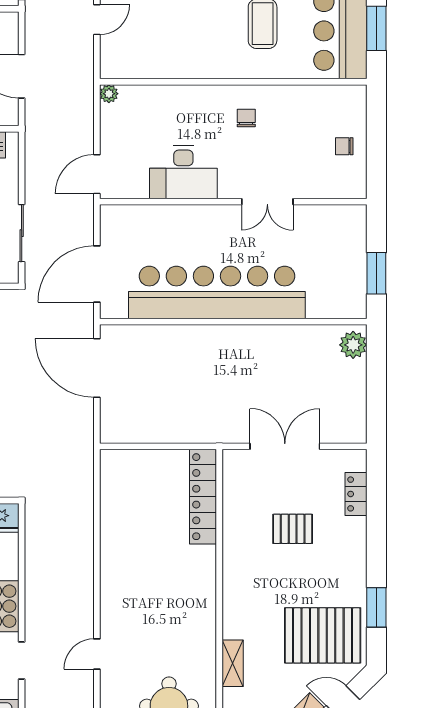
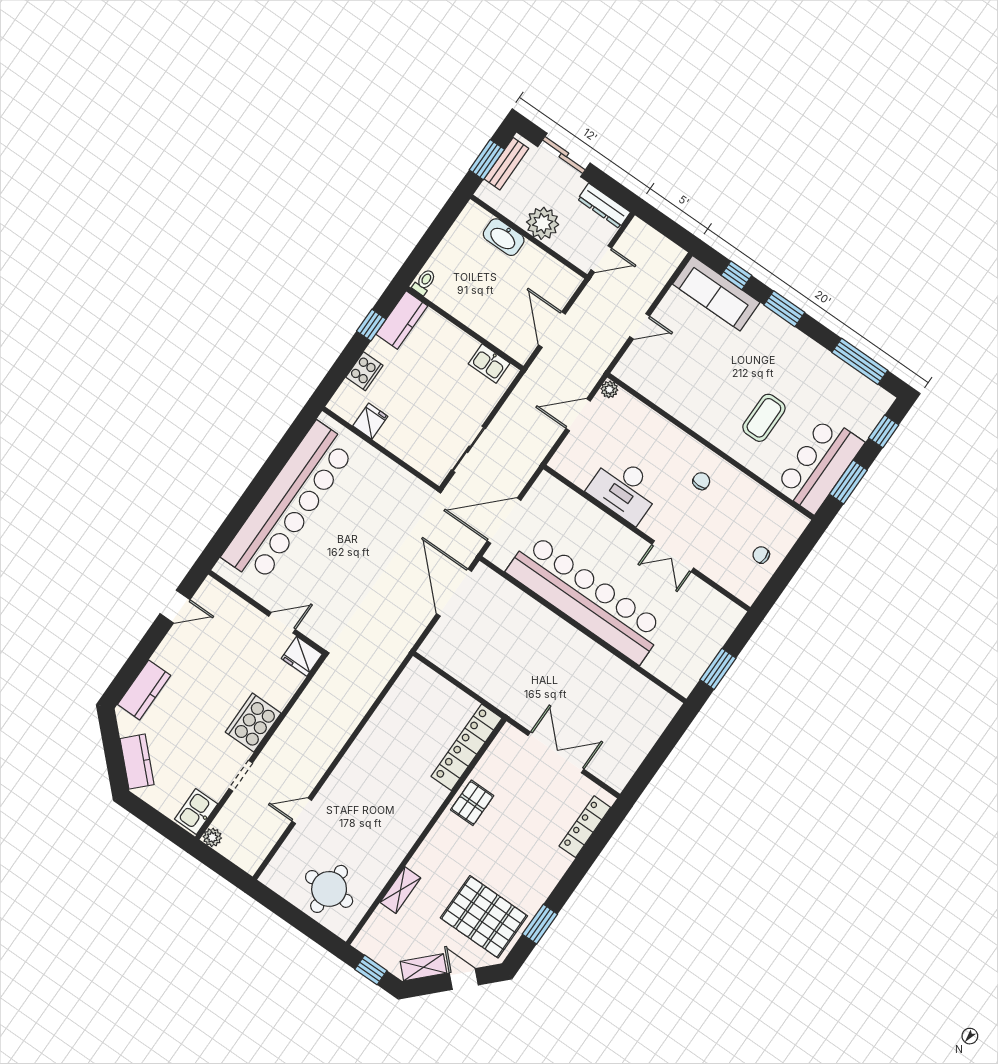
door: (97, 174) -> (578, 415), moved
plant: (353, 345) -> (662, 711), removed
locker: (356, 494) -> (585, 827), width x1.53
pallet: (293, 529) -> (472, 803), moved, turned 90

